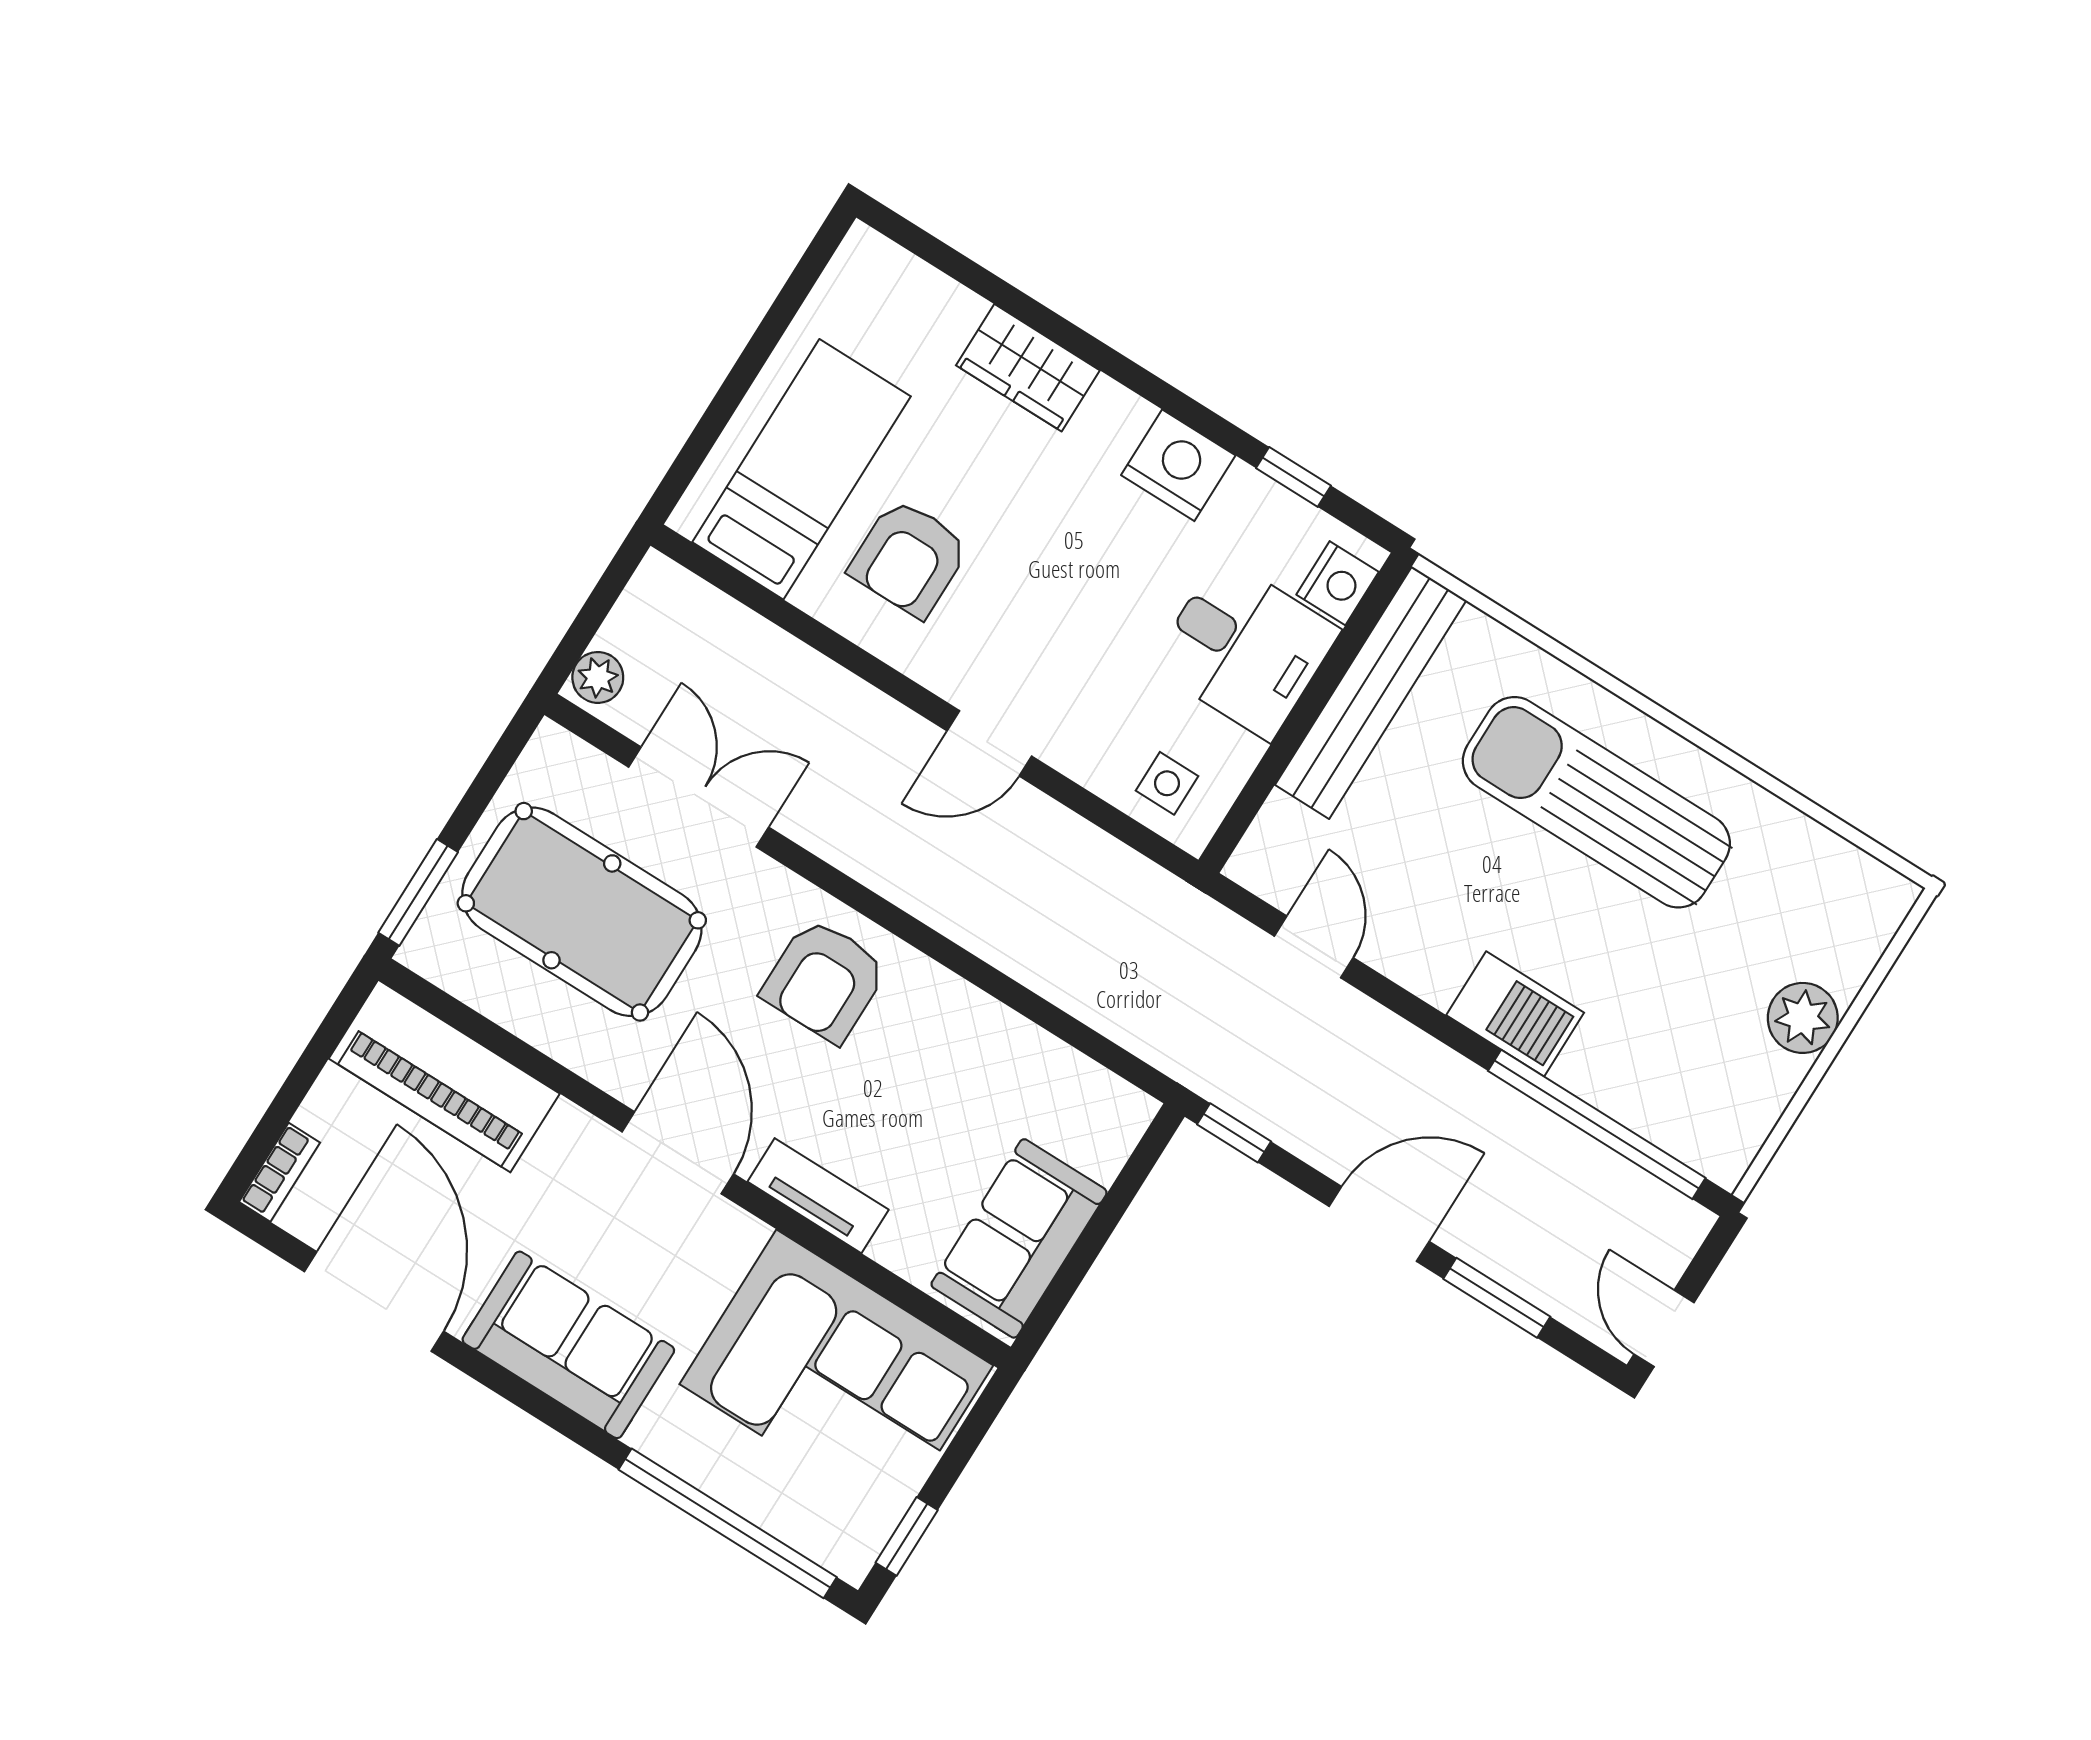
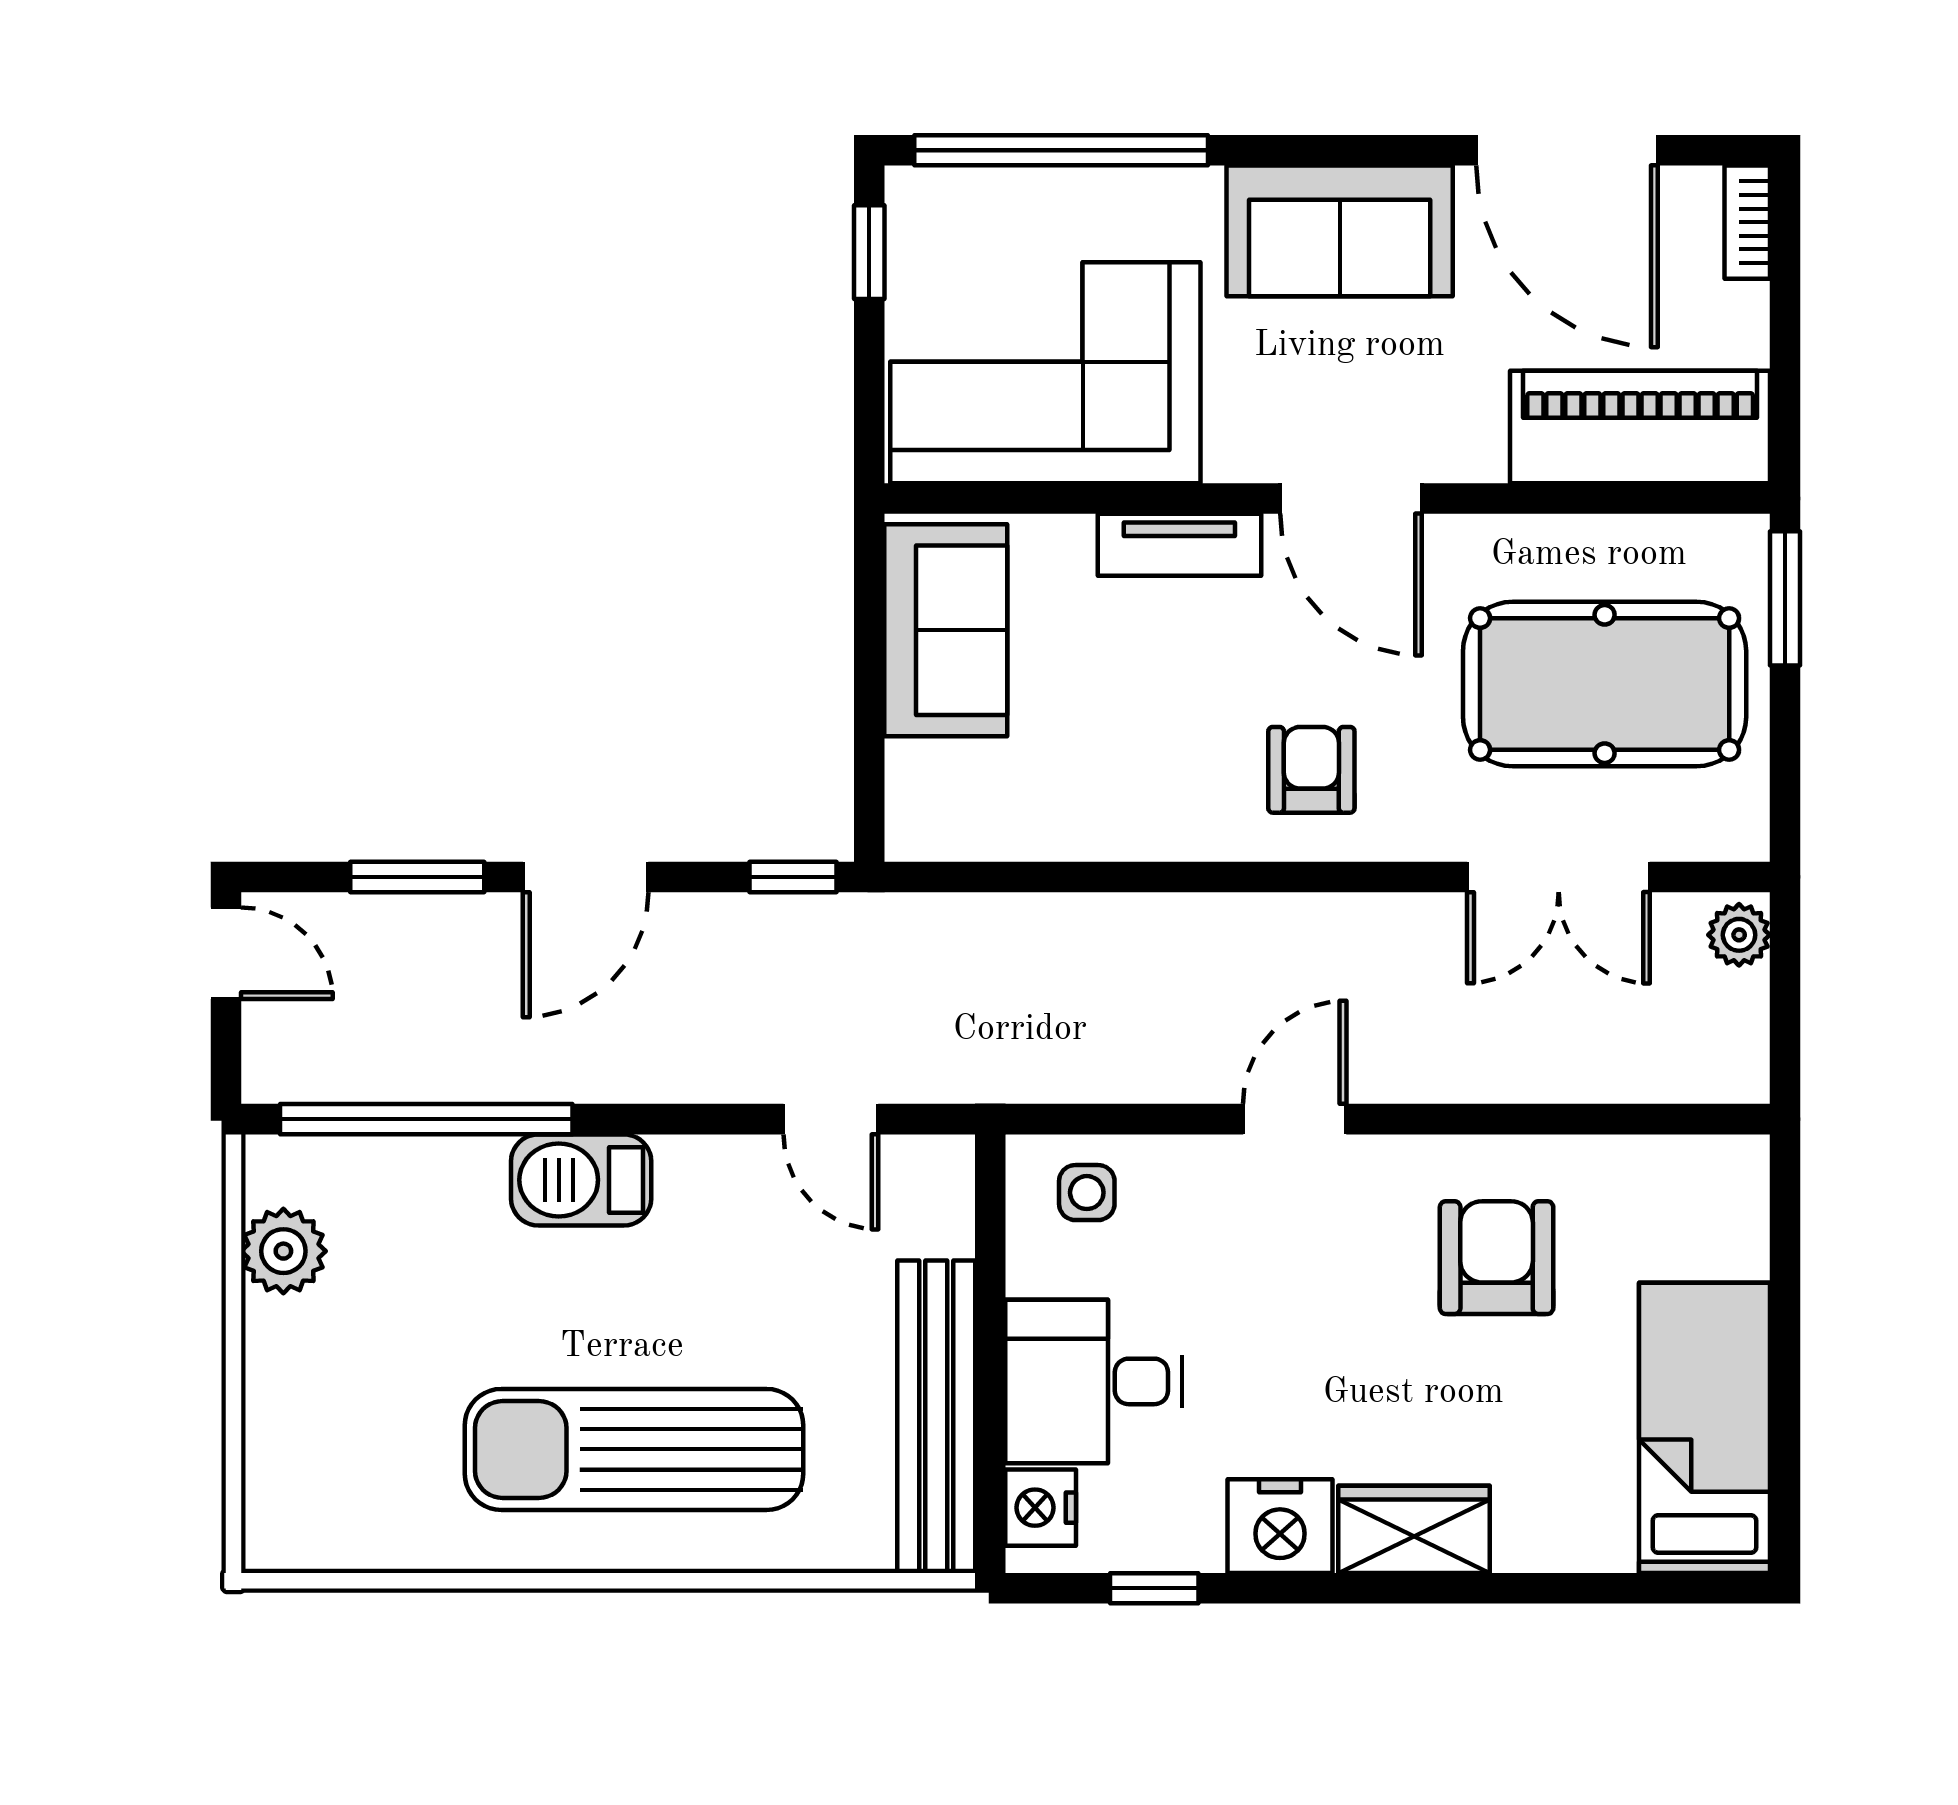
wardrobe: (1028, 368) -> (1414, 1529), moved
bed: (801, 469) -> (1704, 1428), moved, turned 180
sun lounger: (1596, 802) -> (634, 1449), turned 180
armchair: (824, 980) -> (1311, 770), width x0.72, depth x0.72
plant: (1803, 1018) -> (283, 1251), moved

